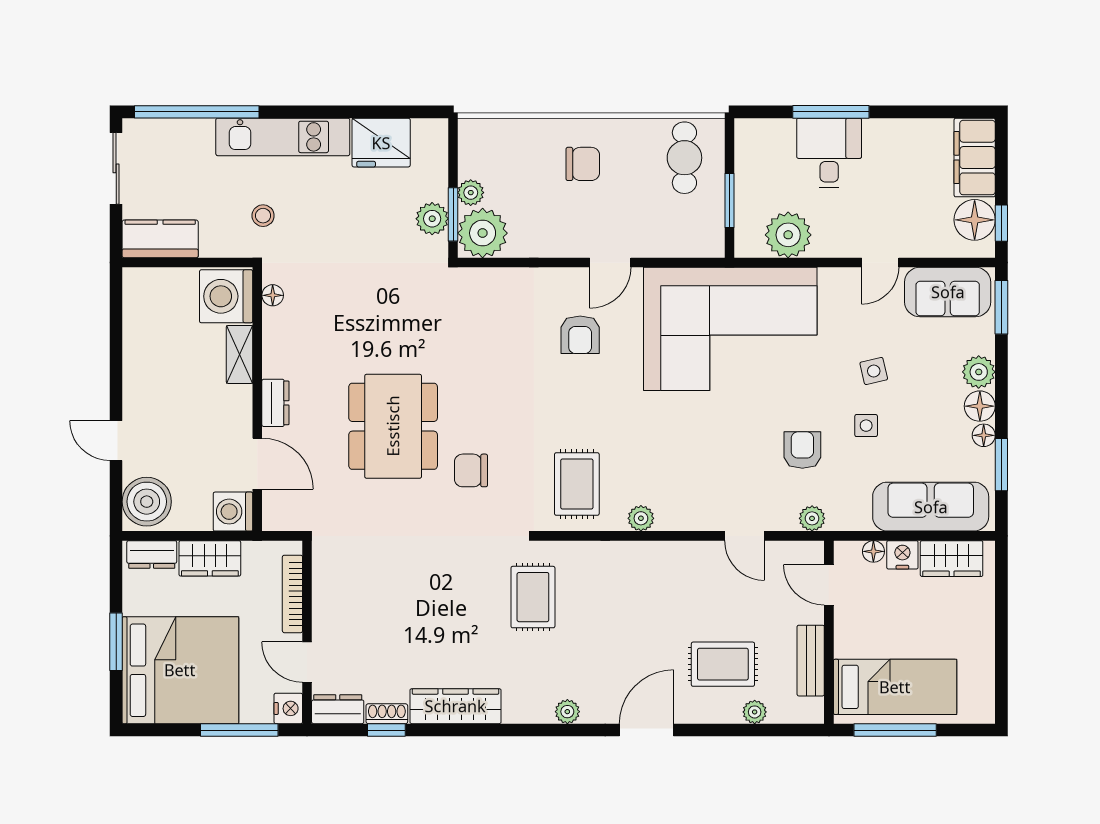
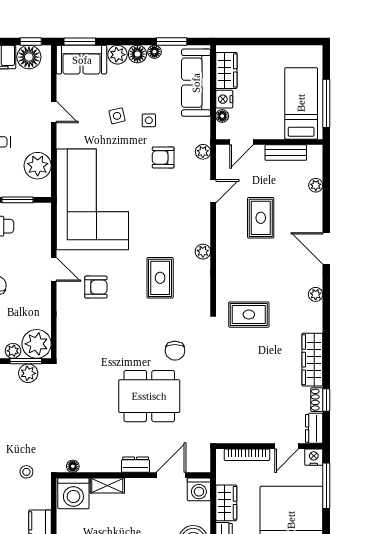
sofa: (948, 292) -> (82, 60), moved, turned 90
rug: (577, 484) -> (160, 278), moved, turned 90
rug: (723, 664) -> (261, 218), moved

